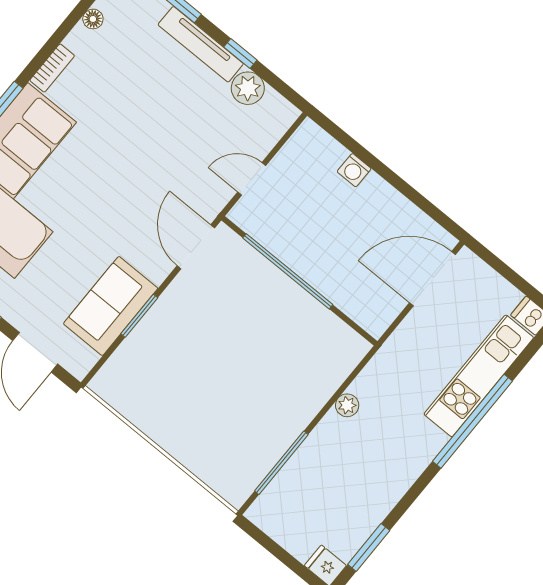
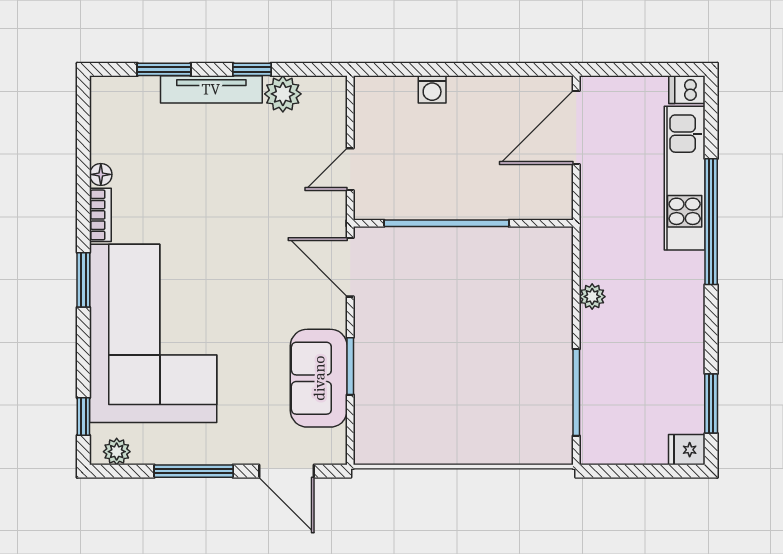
floor lamp: (93, 19) -> (101, 174), moved

